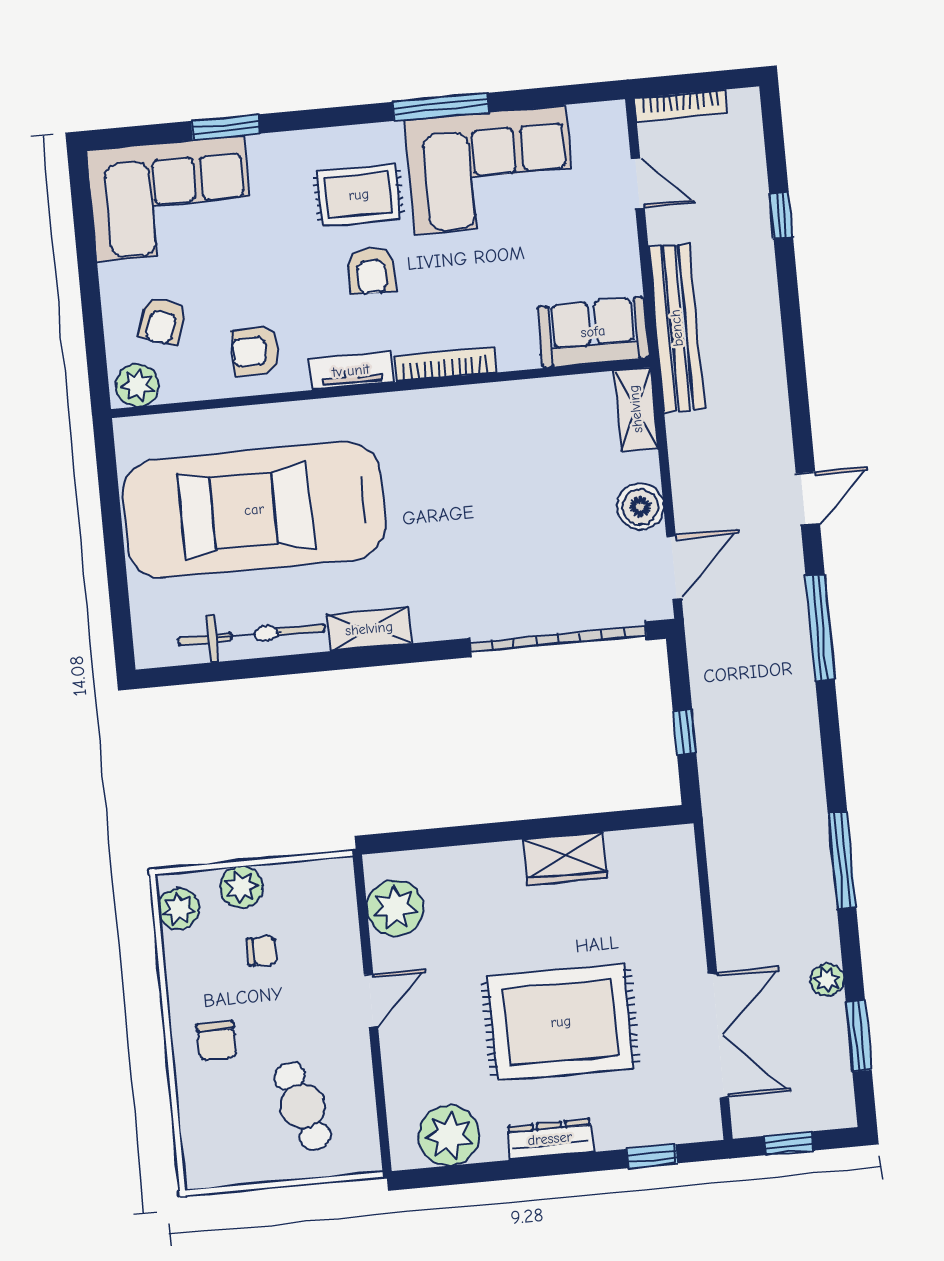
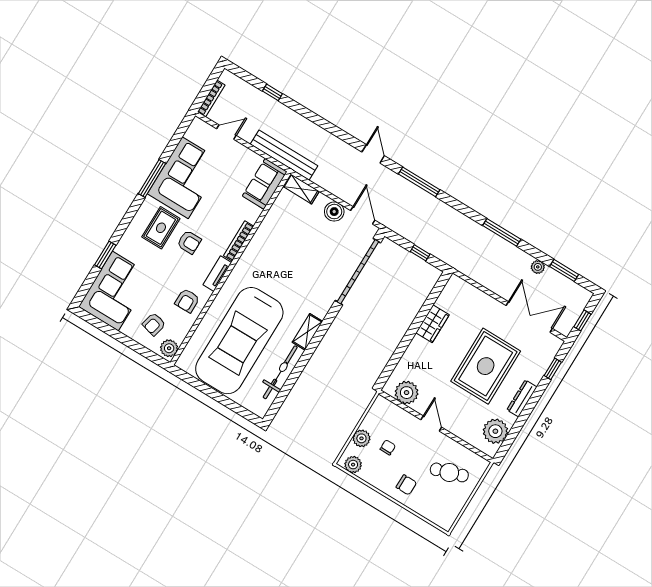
armchair: (162, 321) -> (154, 324), turned 85

